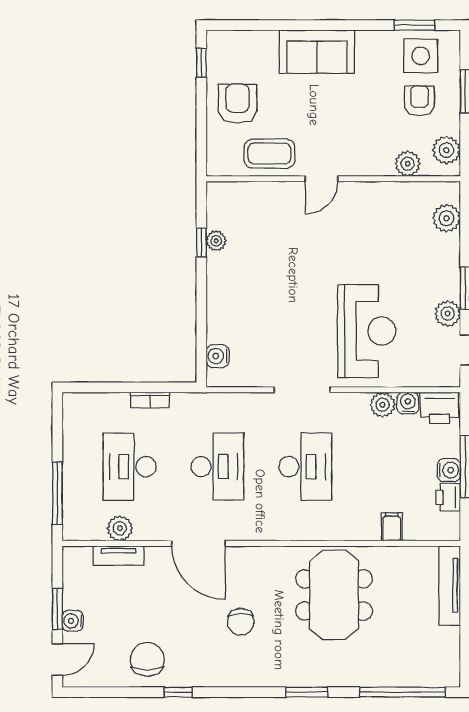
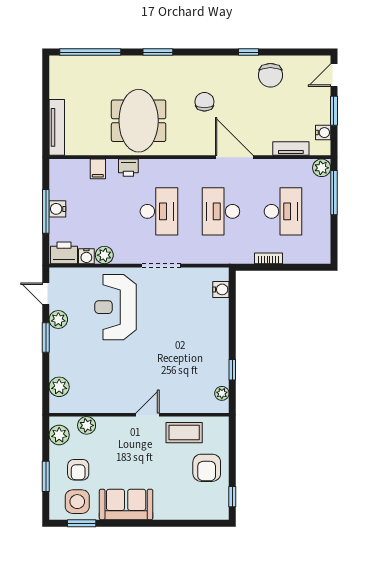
sofa: (317, 52) -> (126, 504), moved
plant: (216, 241) -> (222, 393), moved
desk: (305, 467) -> (159, 211), turned 180
printer: (448, 497) -> (128, 168), moved, turned 90
plant: (120, 528) -> (322, 168), moved
water cooler: (73, 621) -> (323, 133), moved

